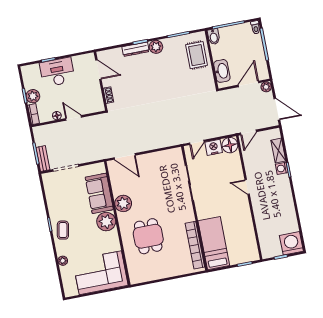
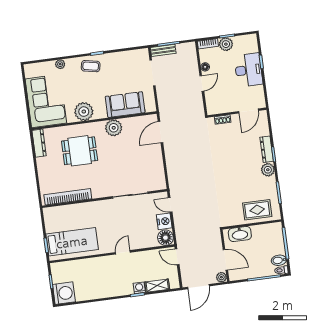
bidet: (214, 37) -> (279, 260), moved
plant: (106, 222) -> (84, 112), moved
bed: (214, 243) -> (72, 242), moved
dresser: (143, 277) -> (39, 143), added

